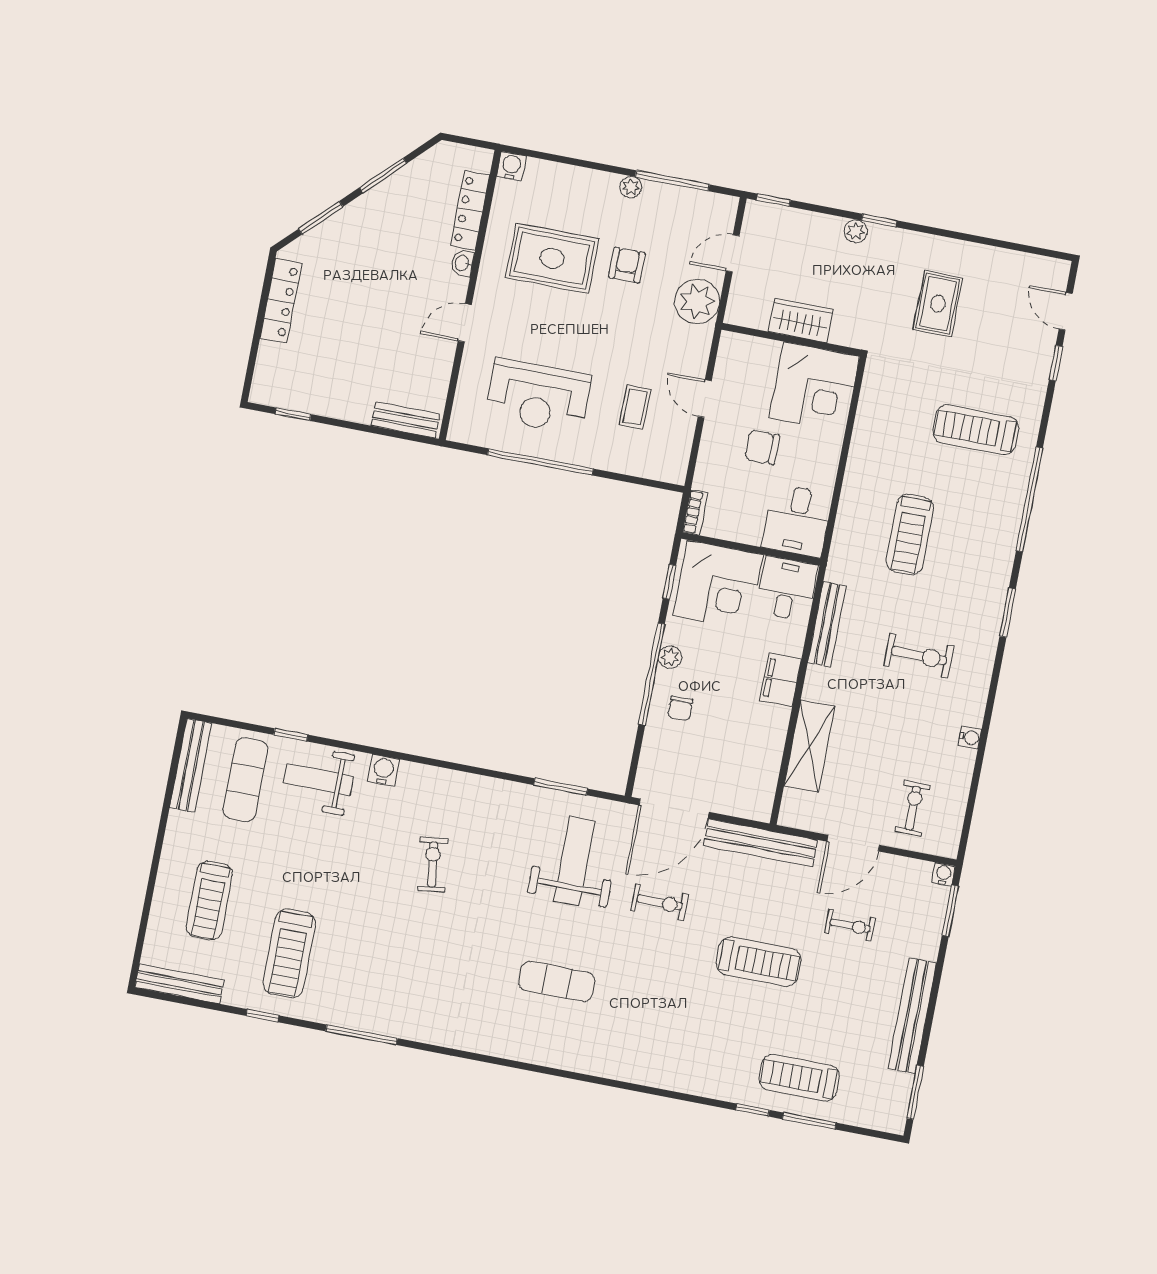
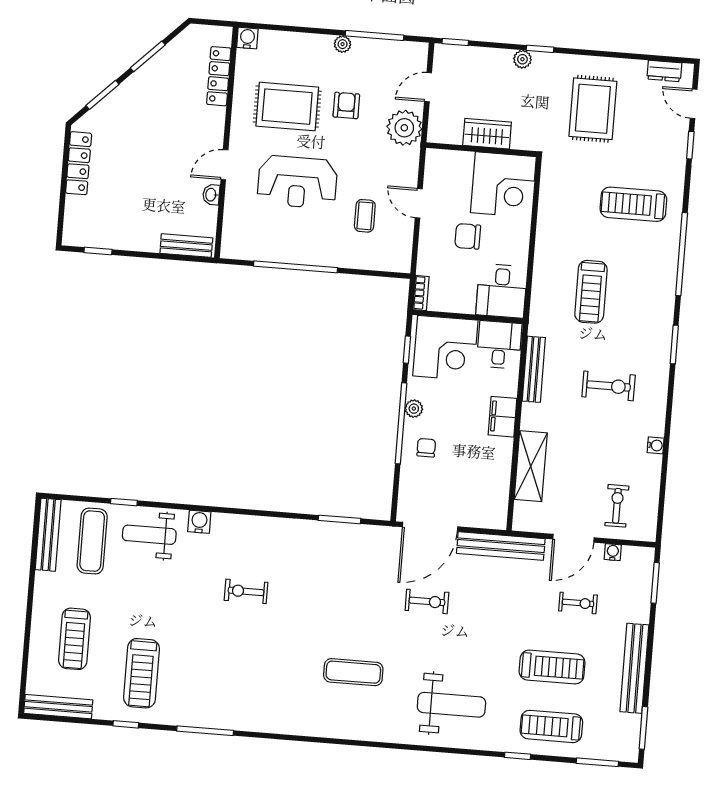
washbasin: (462, 263) -> (211, 195), moved
dresser: (1033, 266) -> (664, 71), added
rug: (938, 304) -> (593, 109), width x1.36, depth x1.43
reception desk: (538, 396) -> (297, 182), moved
chair: (680, 708) -> (426, 448), turned 180
weight bench: (574, 861) -> (451, 705), moved, turned 90
exercise bike: (433, 865) -> (246, 591), turned -82
water cooler: (943, 874) -> (613, 552), moved
treadmill: (759, 962) -> (552, 667), moved
window: (809, 1121) -> (597, 762), moved

